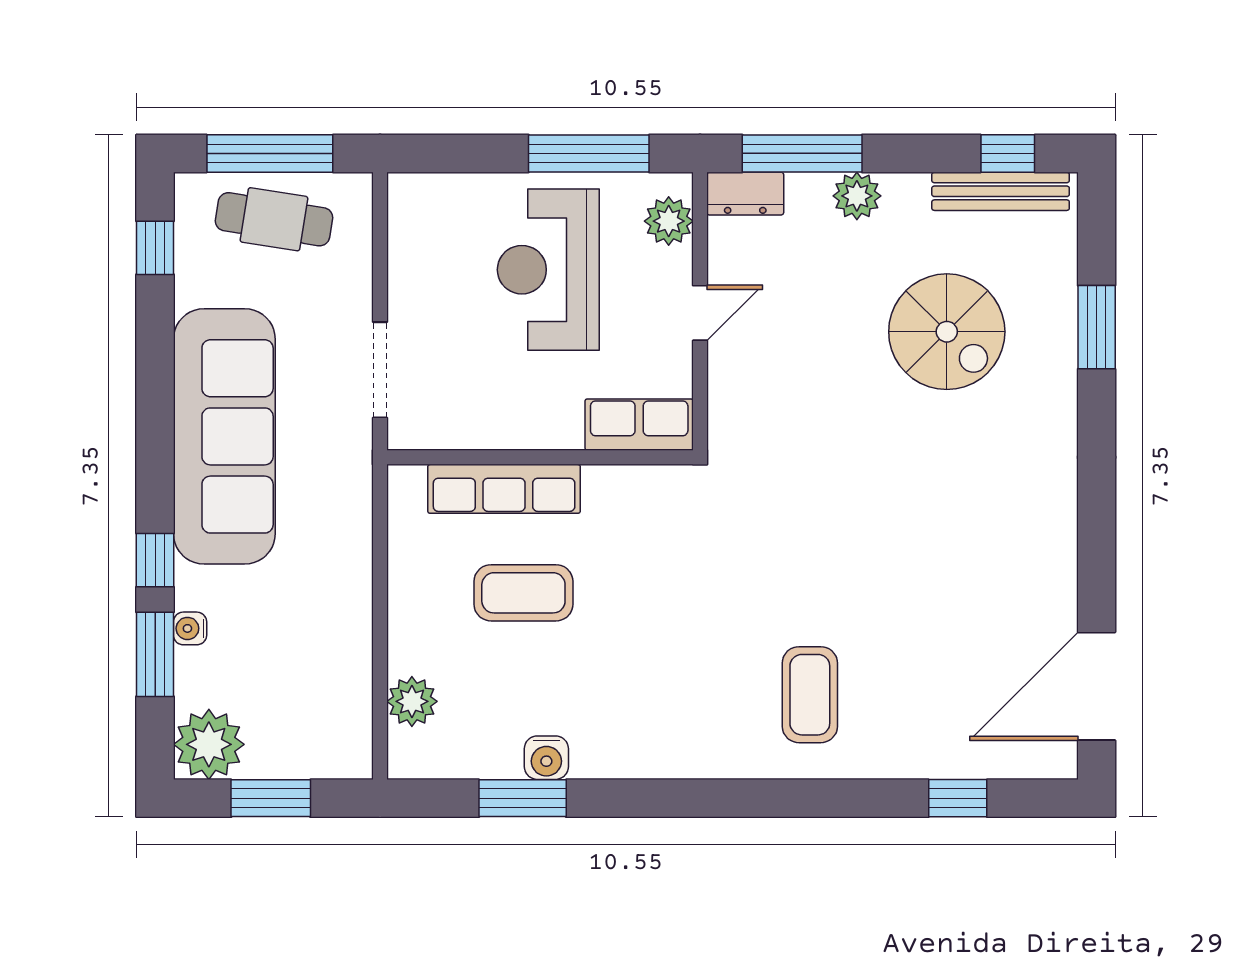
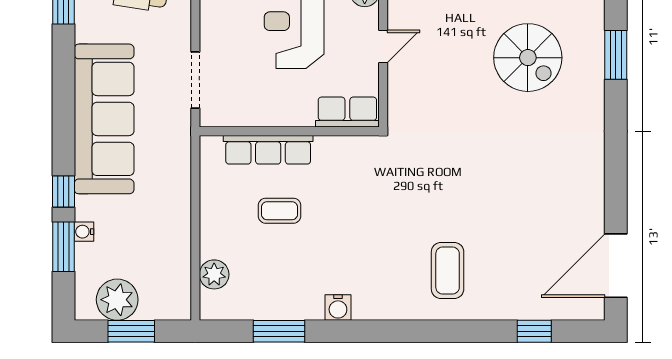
coffee table: (523, 593) -> (280, 211), width x0.73, depth x0.77
plant: (209, 744) -> (117, 300), moved
water cooler: (546, 758) -> (338, 307), moved

